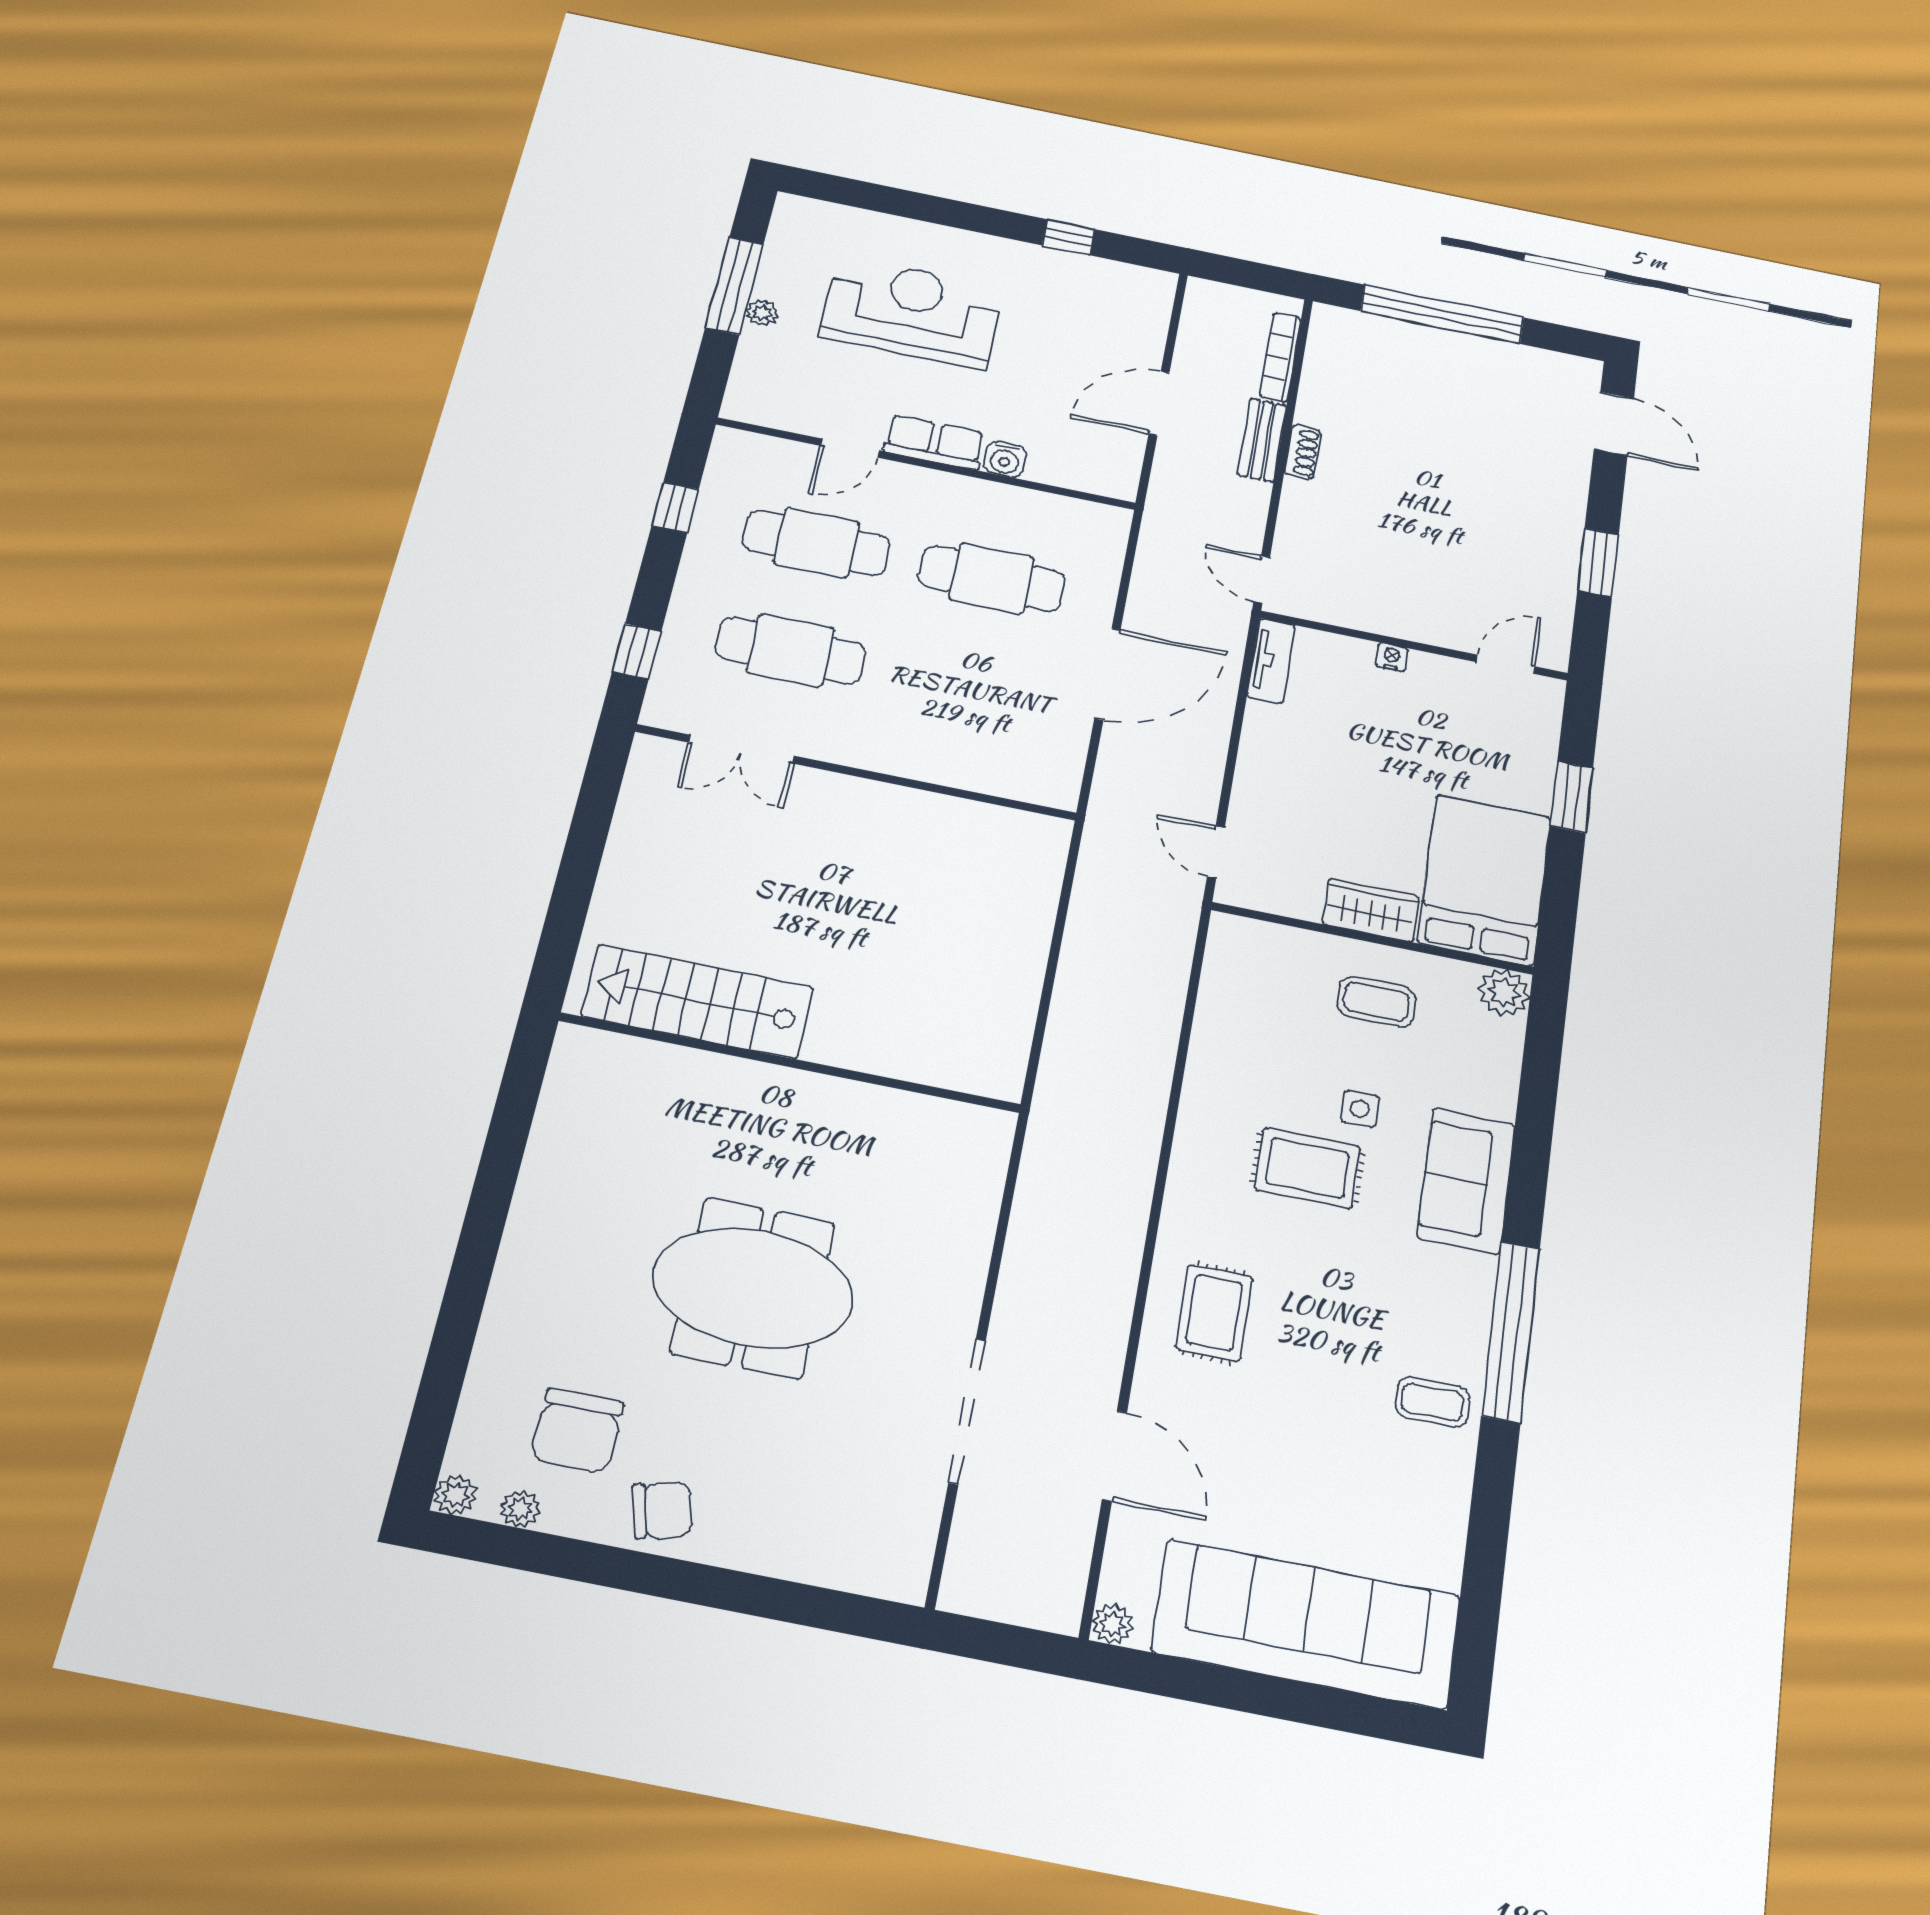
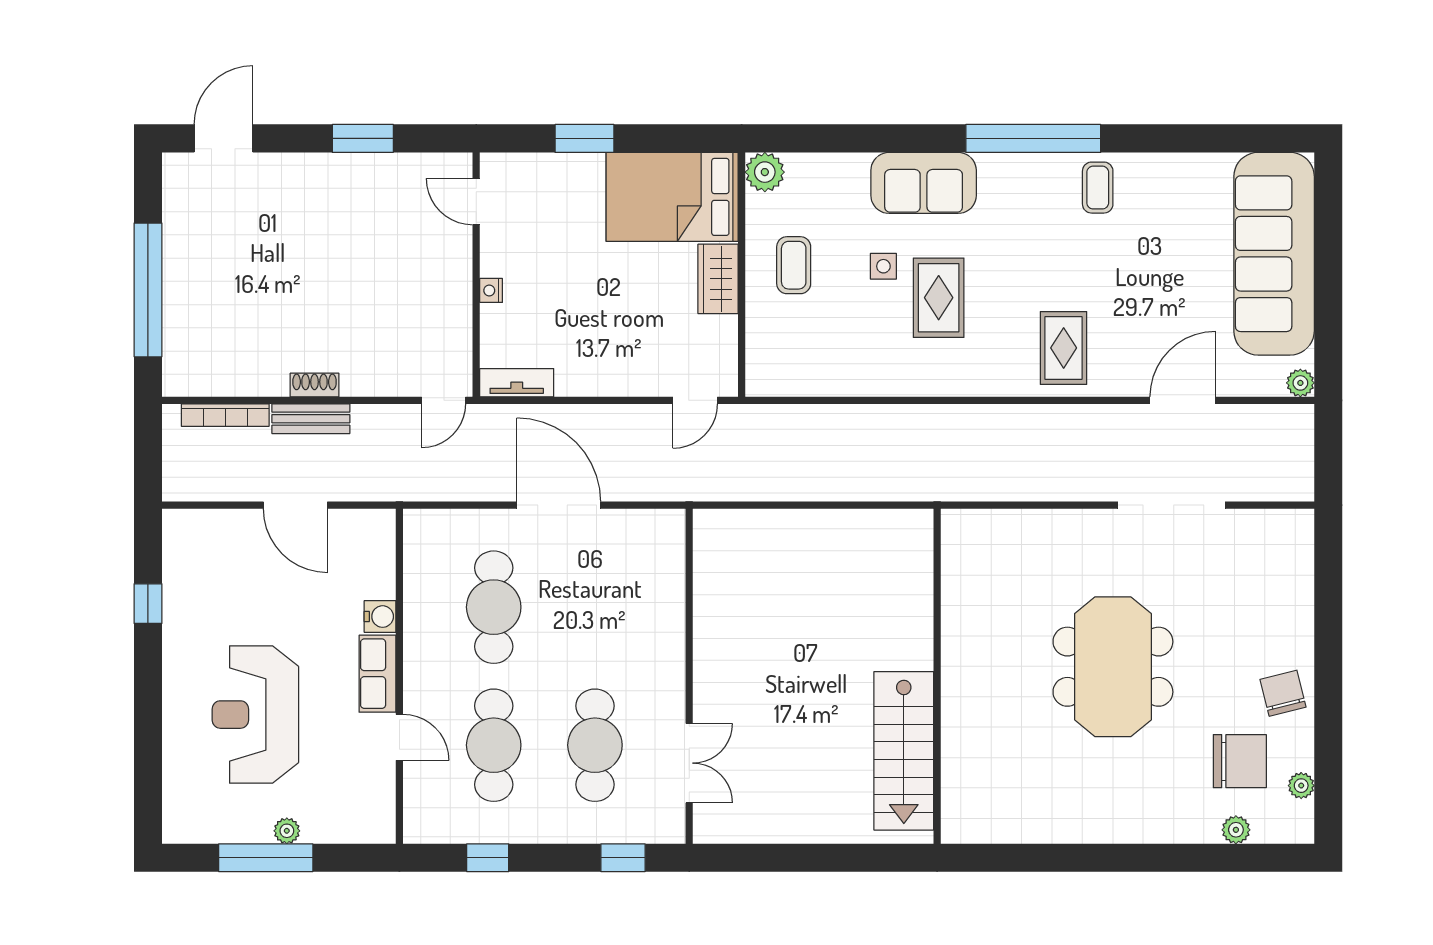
rug: (1214, 1313) -> (1064, 348), turned 90
plant: (455, 1495) -> (1236, 830), moved

